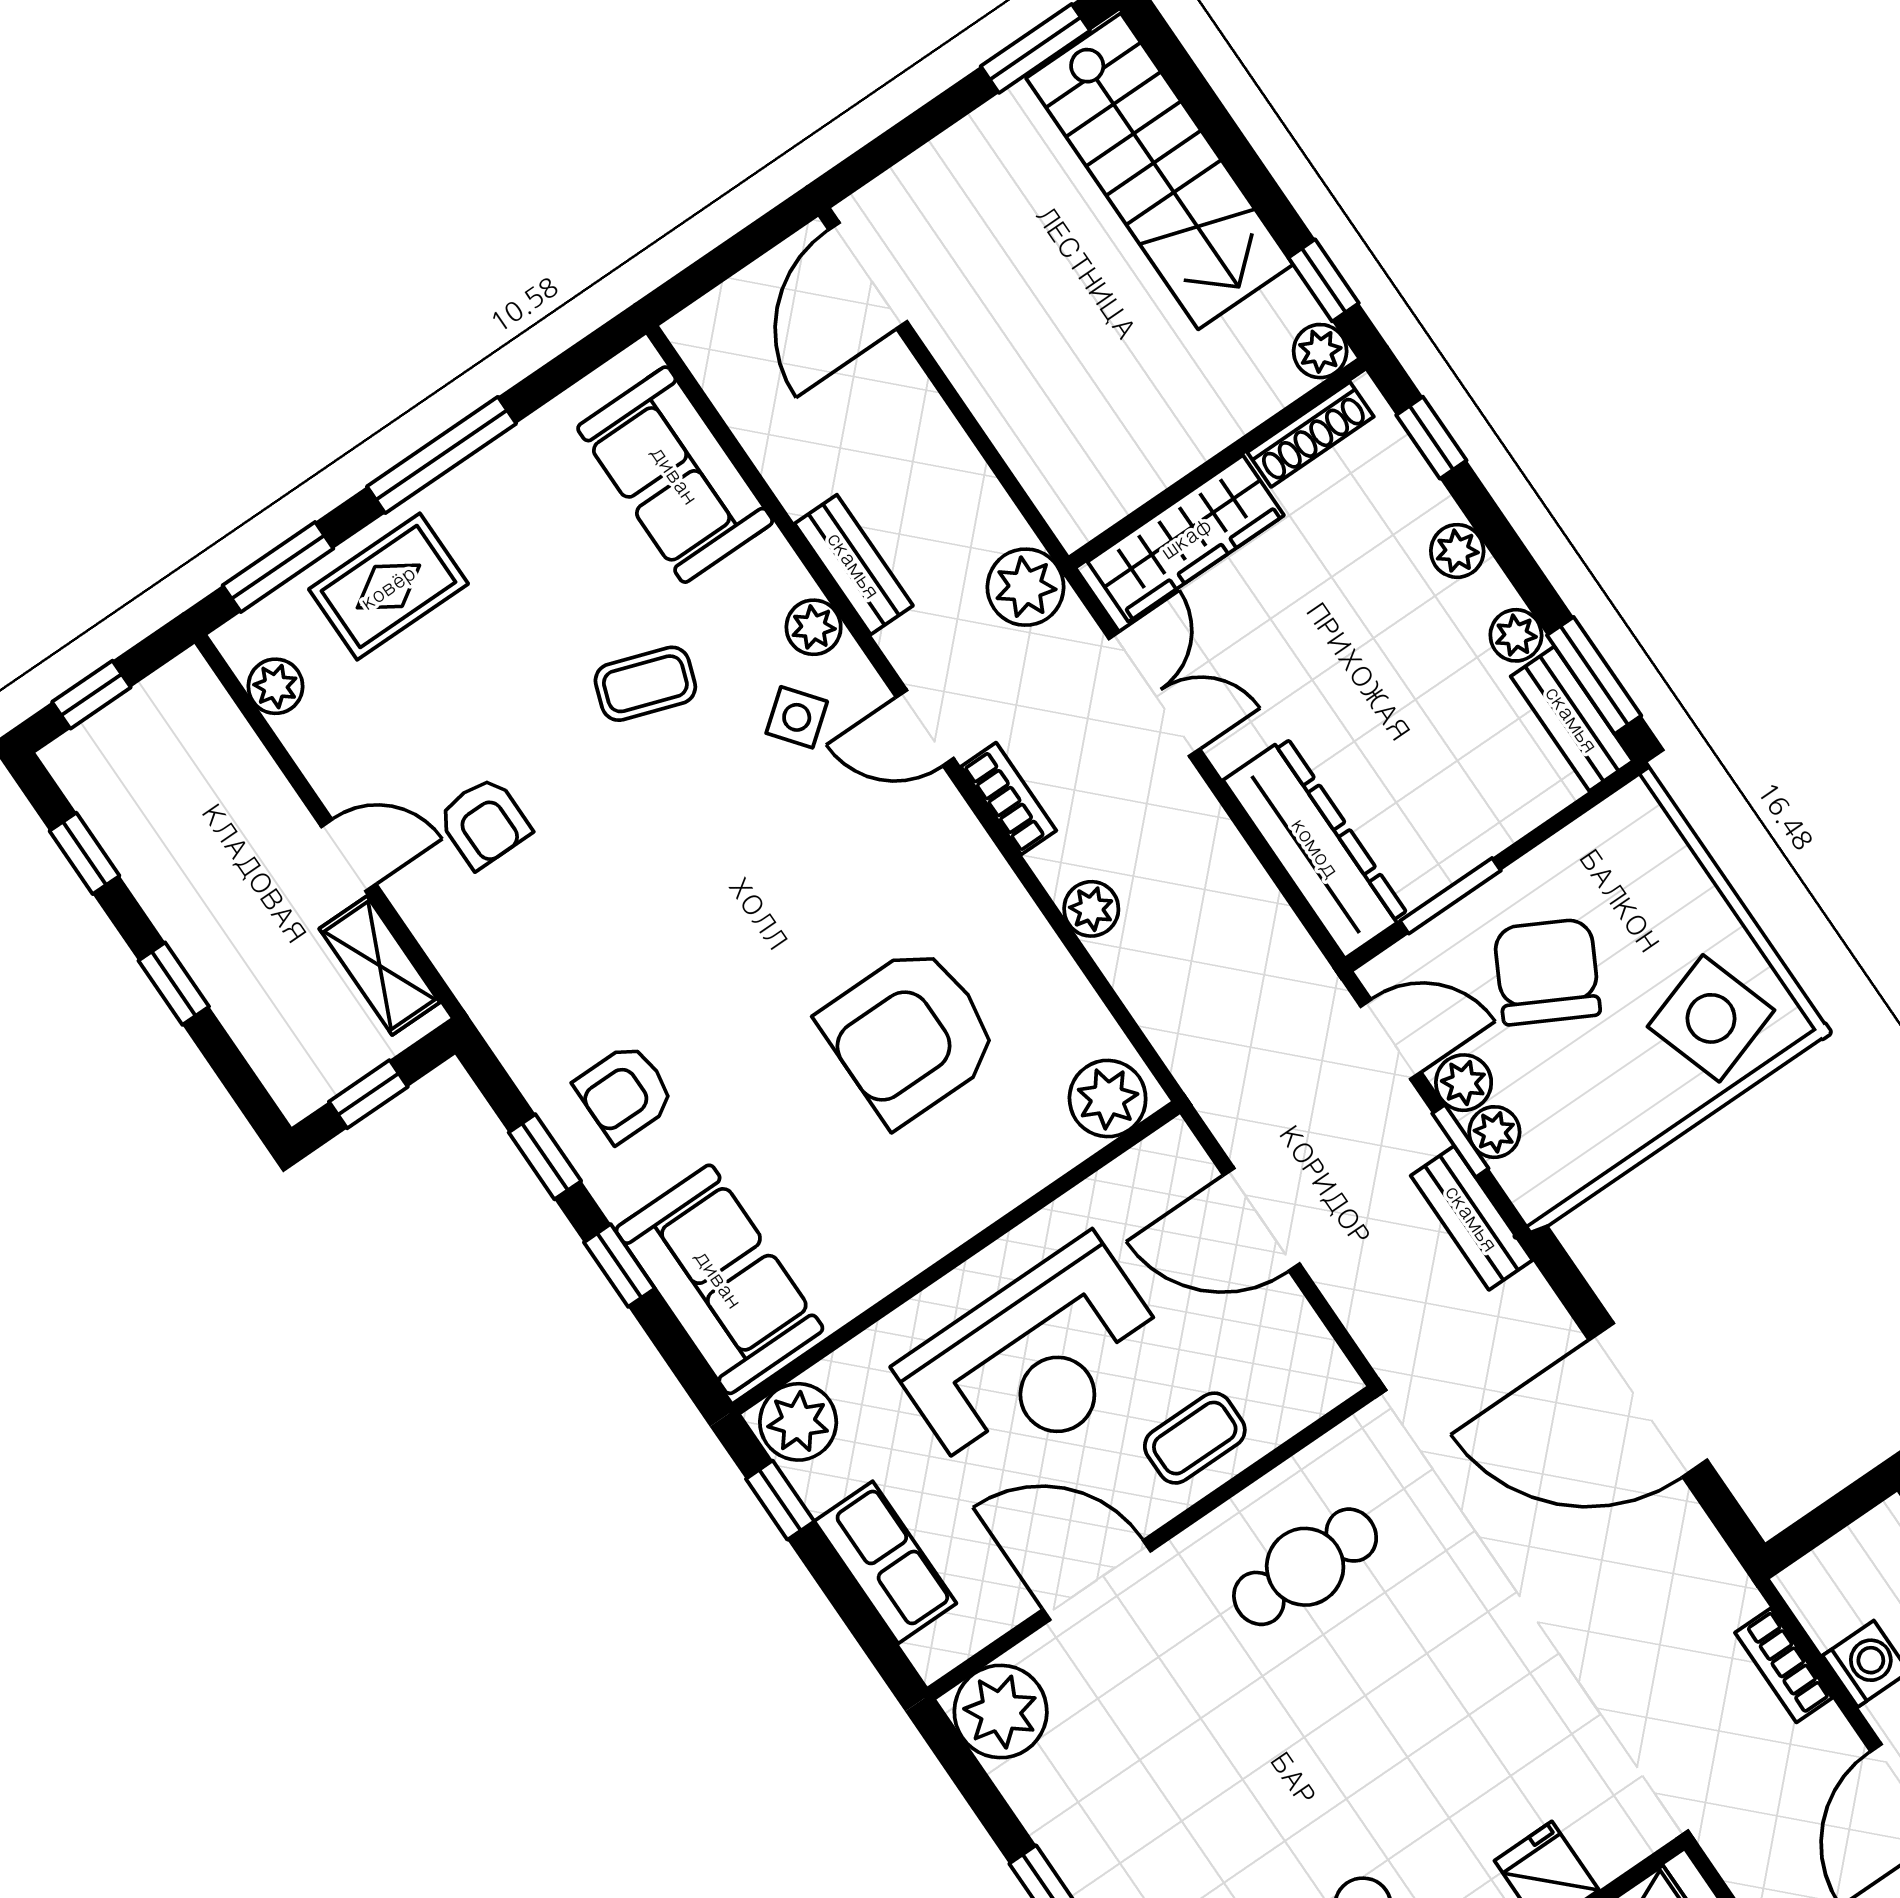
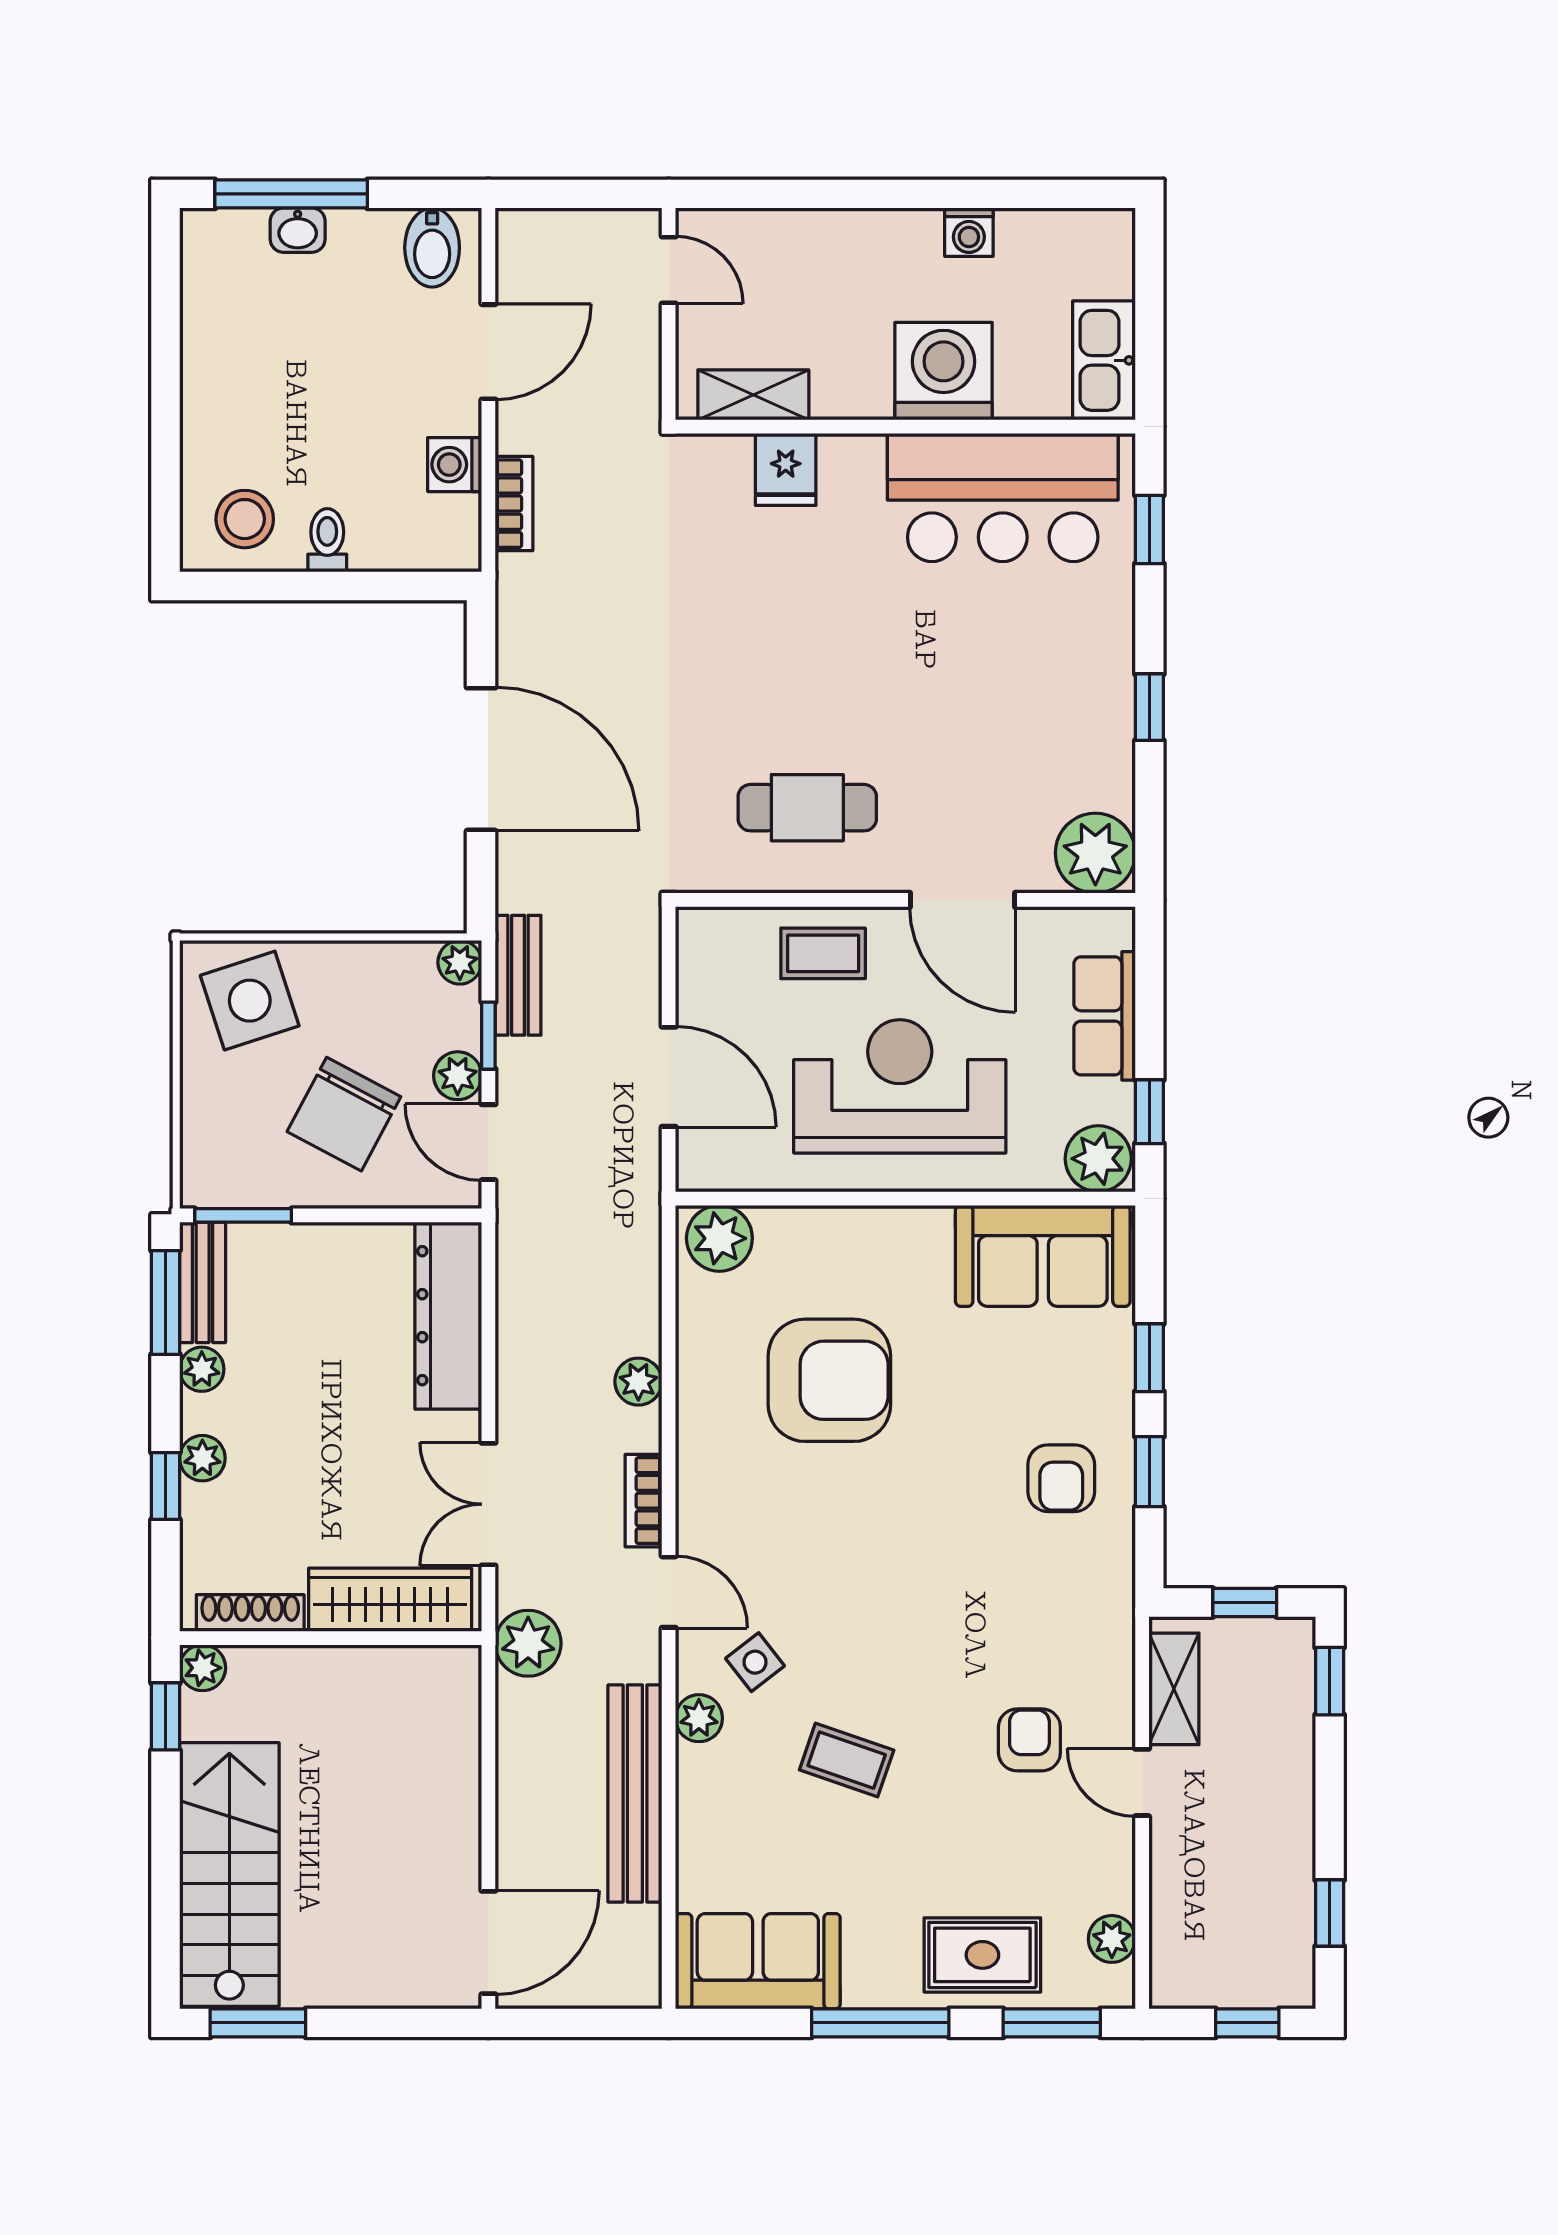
window: (1431, 438) -> (166, 1486), moved
sofa: (675, 475) -> (758, 1961), moved, turned -90
bench: (854, 565) -> (635, 1794), width x1.86, depth x1.21
window: (1450, 896) -> (243, 1215), moved
window: (174, 984) -> (1330, 1681), moved
armchair: (625, 1093) -> (1061, 1478), turned 90
plant: (1494, 1132) -> (460, 962), moved
sofa: (719, 1279) -> (1043, 1256), moved, turned -90

